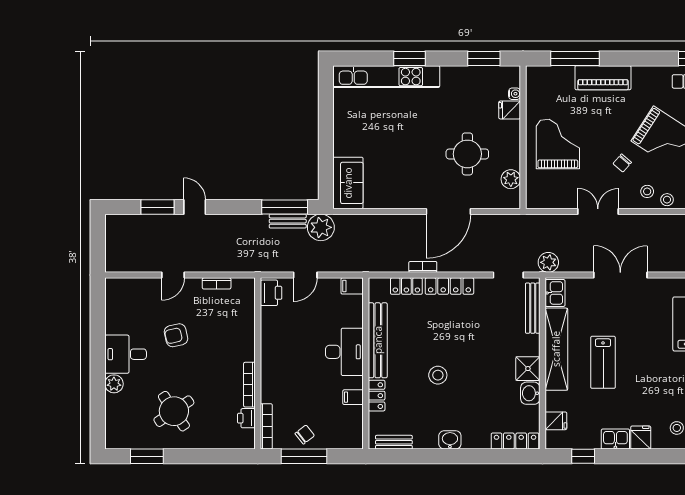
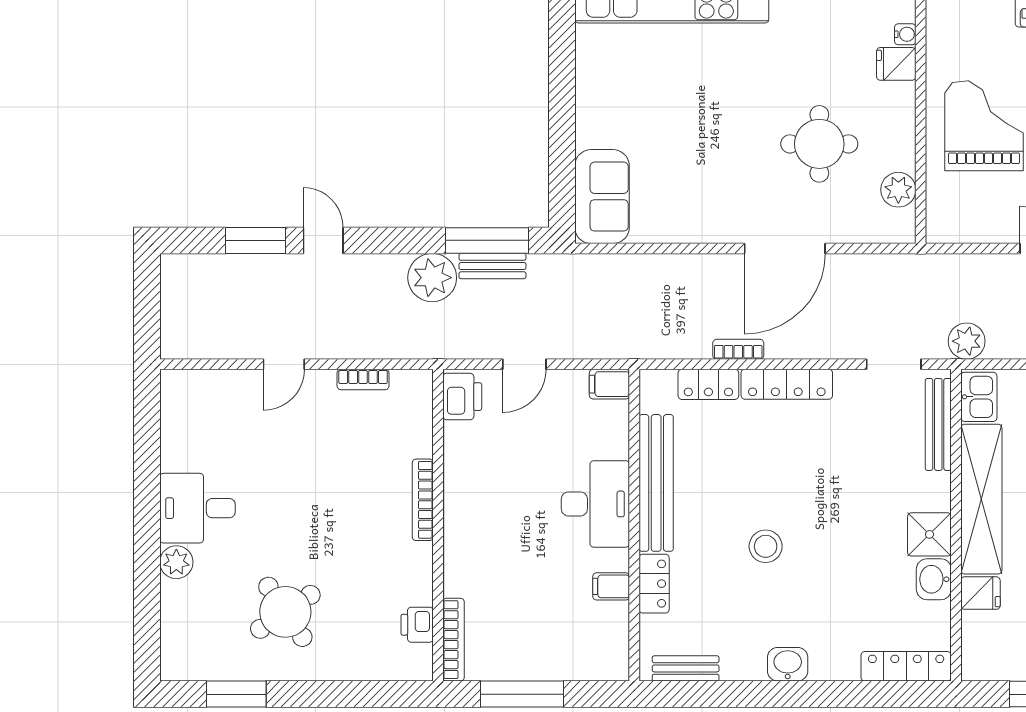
plant: (321, 227) -> (432, 278), moved
armchair: (176, 335) -> (289, 474), removed
bookcase: (249, 385) -> (423, 500), moved
fridge: (556, 421) -> (980, 593), moved
chair: (305, 435) -> (523, 654), removed

